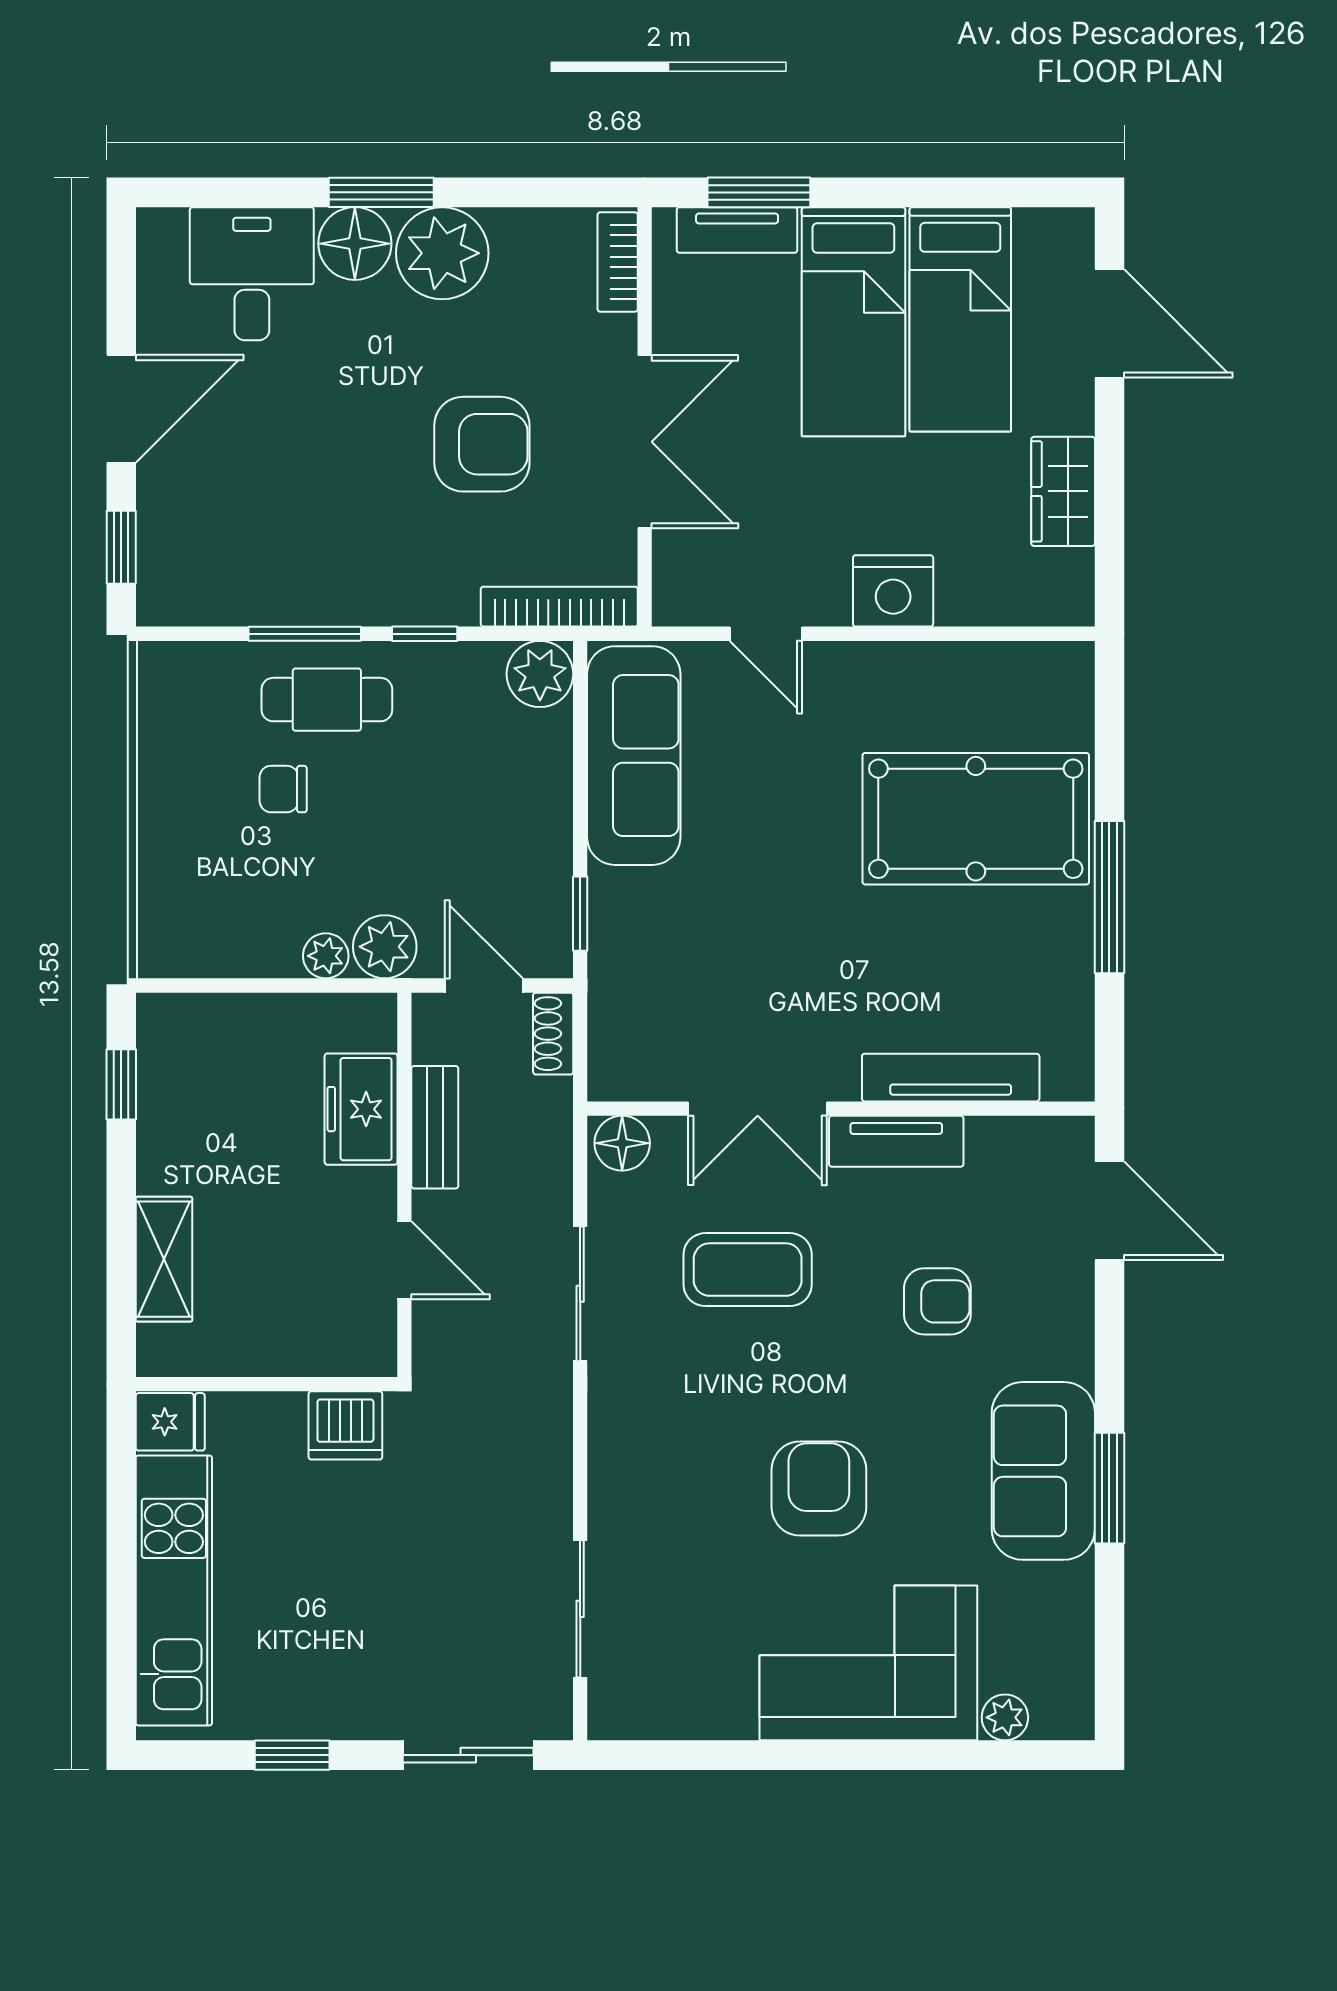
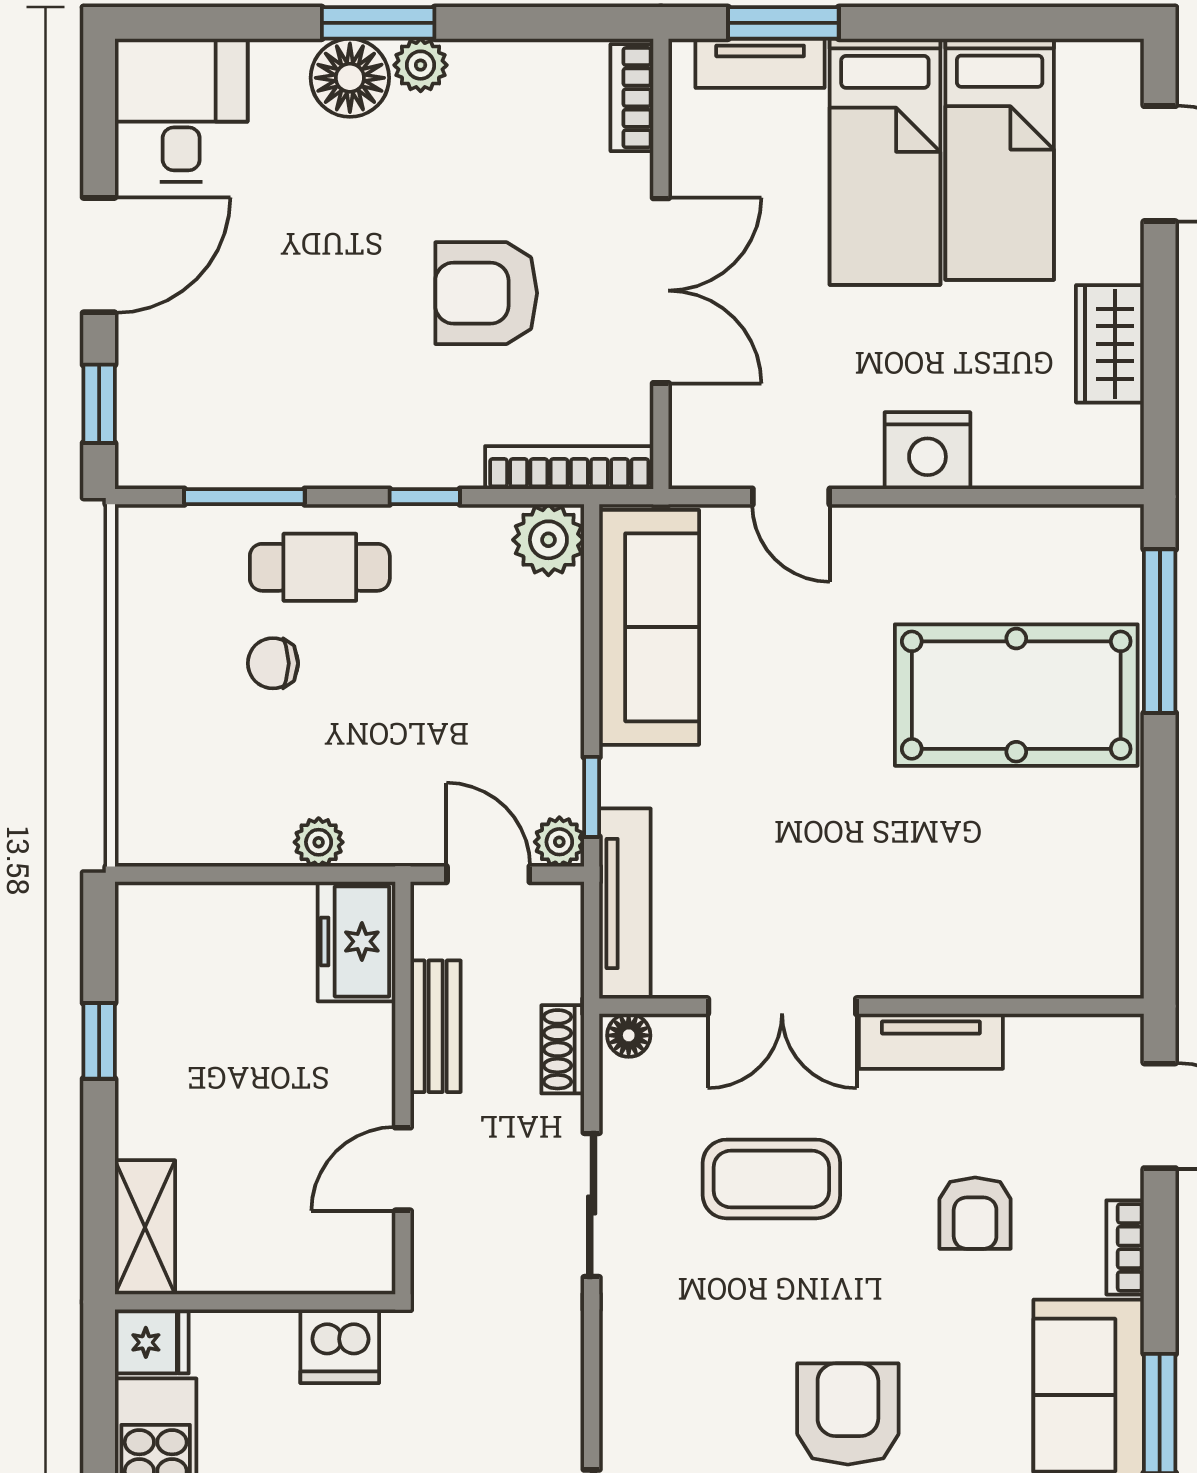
plant: (442, 253) -> (421, 65), width x0.53, depth x0.53
desk: (252, 274) -> (181, 110), moved
armchair: (482, 444) -> (486, 293), turned 180
window: (305, 634) -> (244, 497), moved
window: (1109, 897) -> (1160, 631), moved
plant: (385, 947) -> (559, 842), moved, width x0.73, depth x0.73
shoe rack: (553, 1034) -> (563, 1049), moved
tv unit: (951, 1078) -> (625, 904), moved, turned 90
window: (121, 1084) -> (99, 1041), moved
freezer: (361, 1109) -> (356, 941), moved
floor lamp: (622, 1143) -> (629, 1035), width x0.73, depth x0.73
shelving: (164, 1259) -> (145, 1227), moved
door: (404, 1260) -> (403, 1169), swing flipped
armchair: (937, 1301) -> (975, 1213), turned 90
bookcase: (1077, 1333) -> (1125, 1247), added

